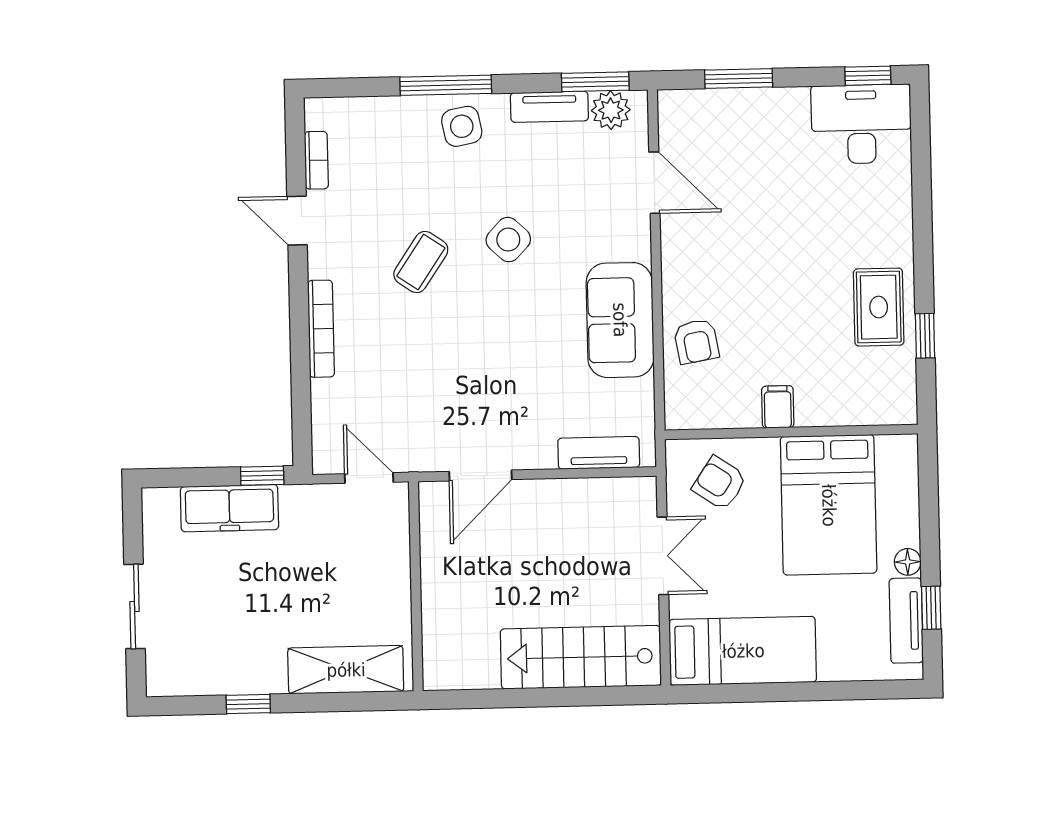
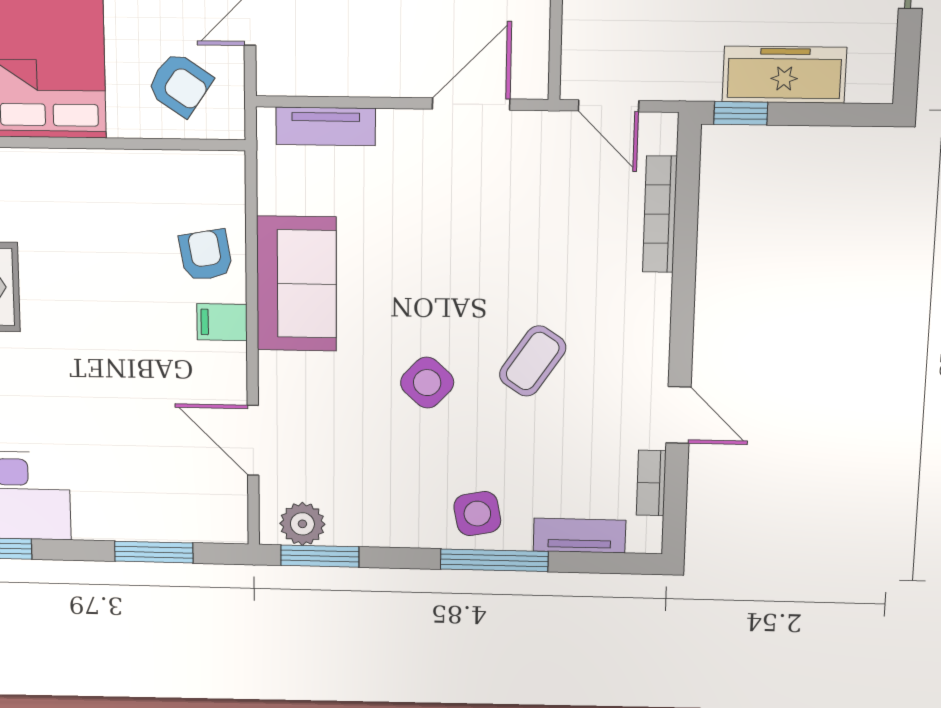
tv unit: (549, 107) -> (579, 536), moved
bookcase: (321, 329) -> (660, 214), moved
filing cabinet: (778, 407) -> (222, 322), moved, turned 90

